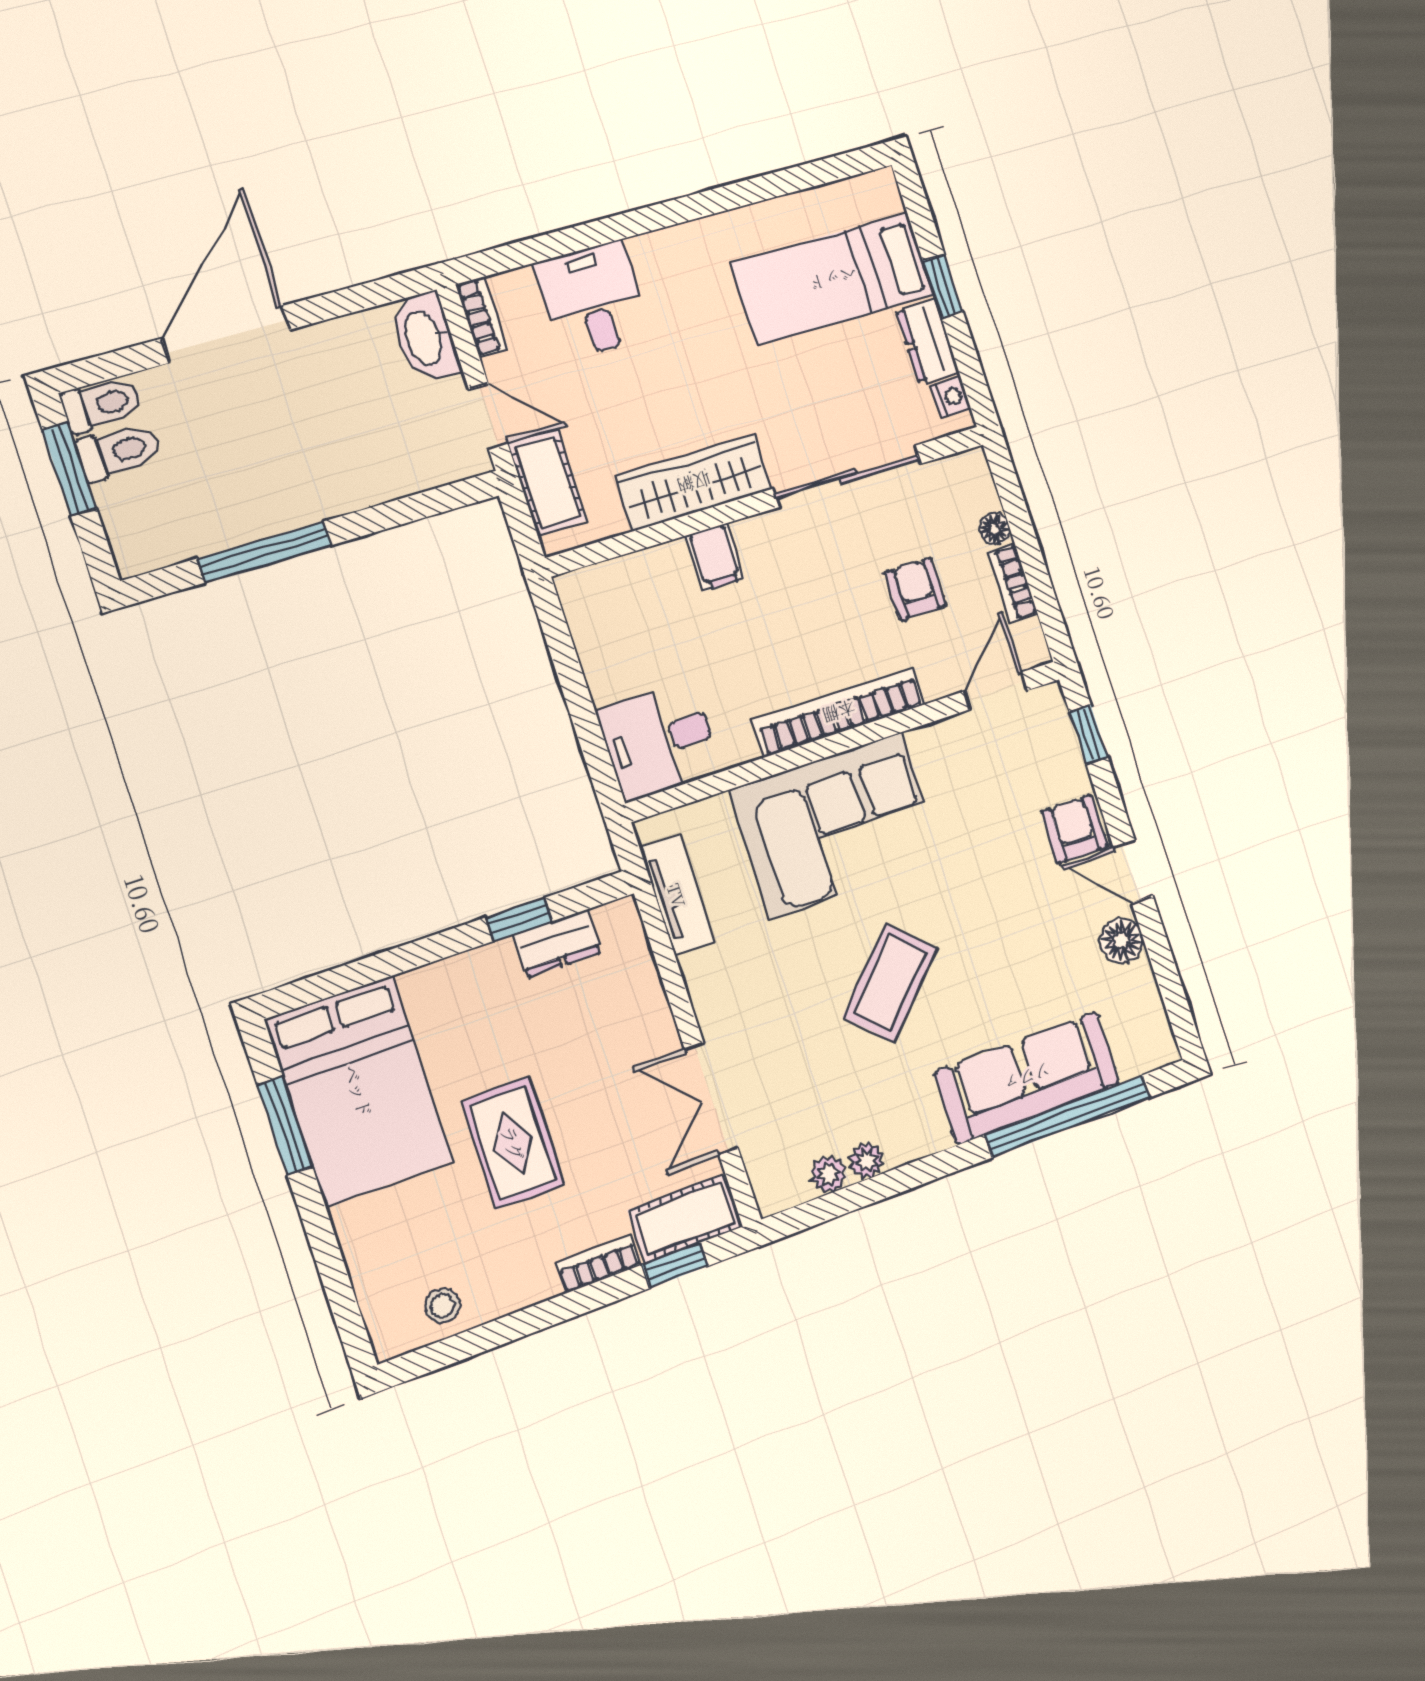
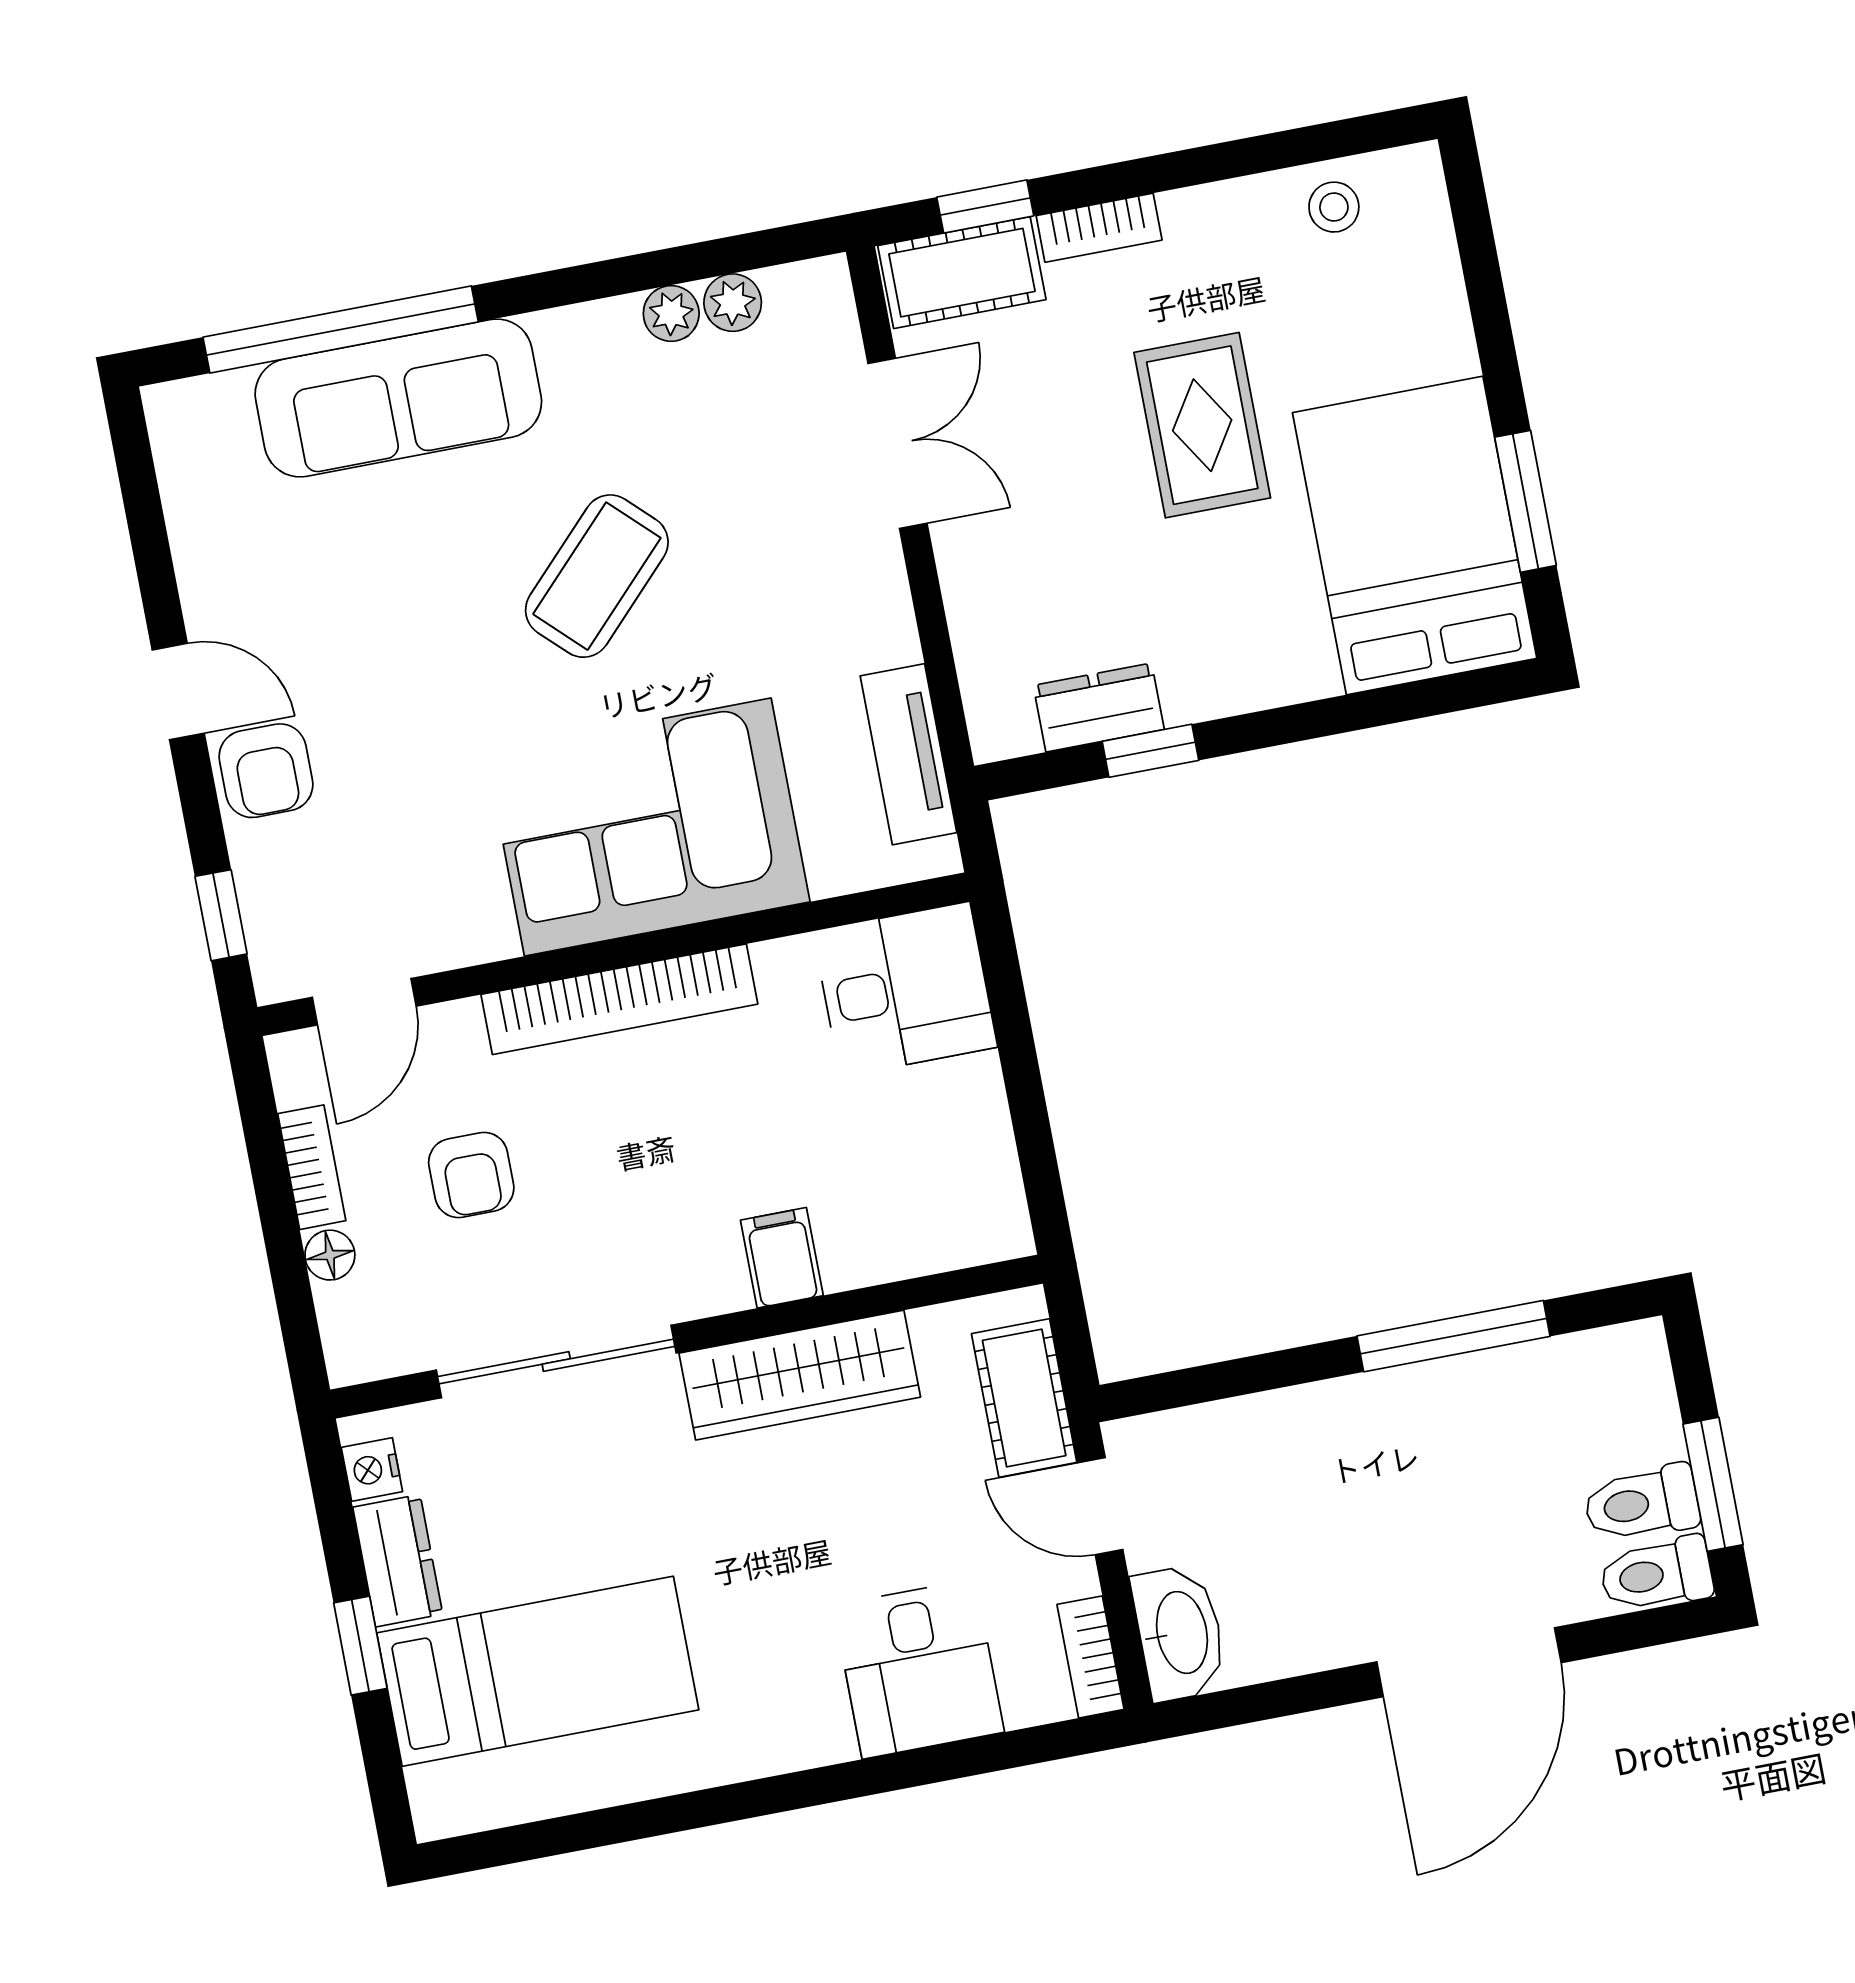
floor lamp: (1122, 940) -> (213, 587), removed

